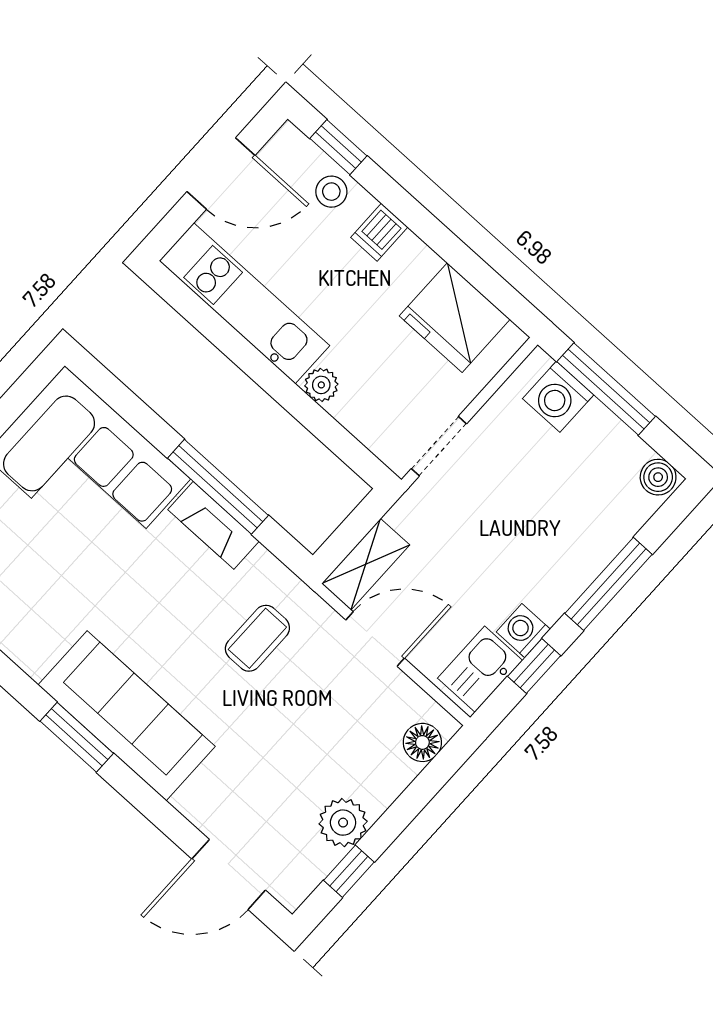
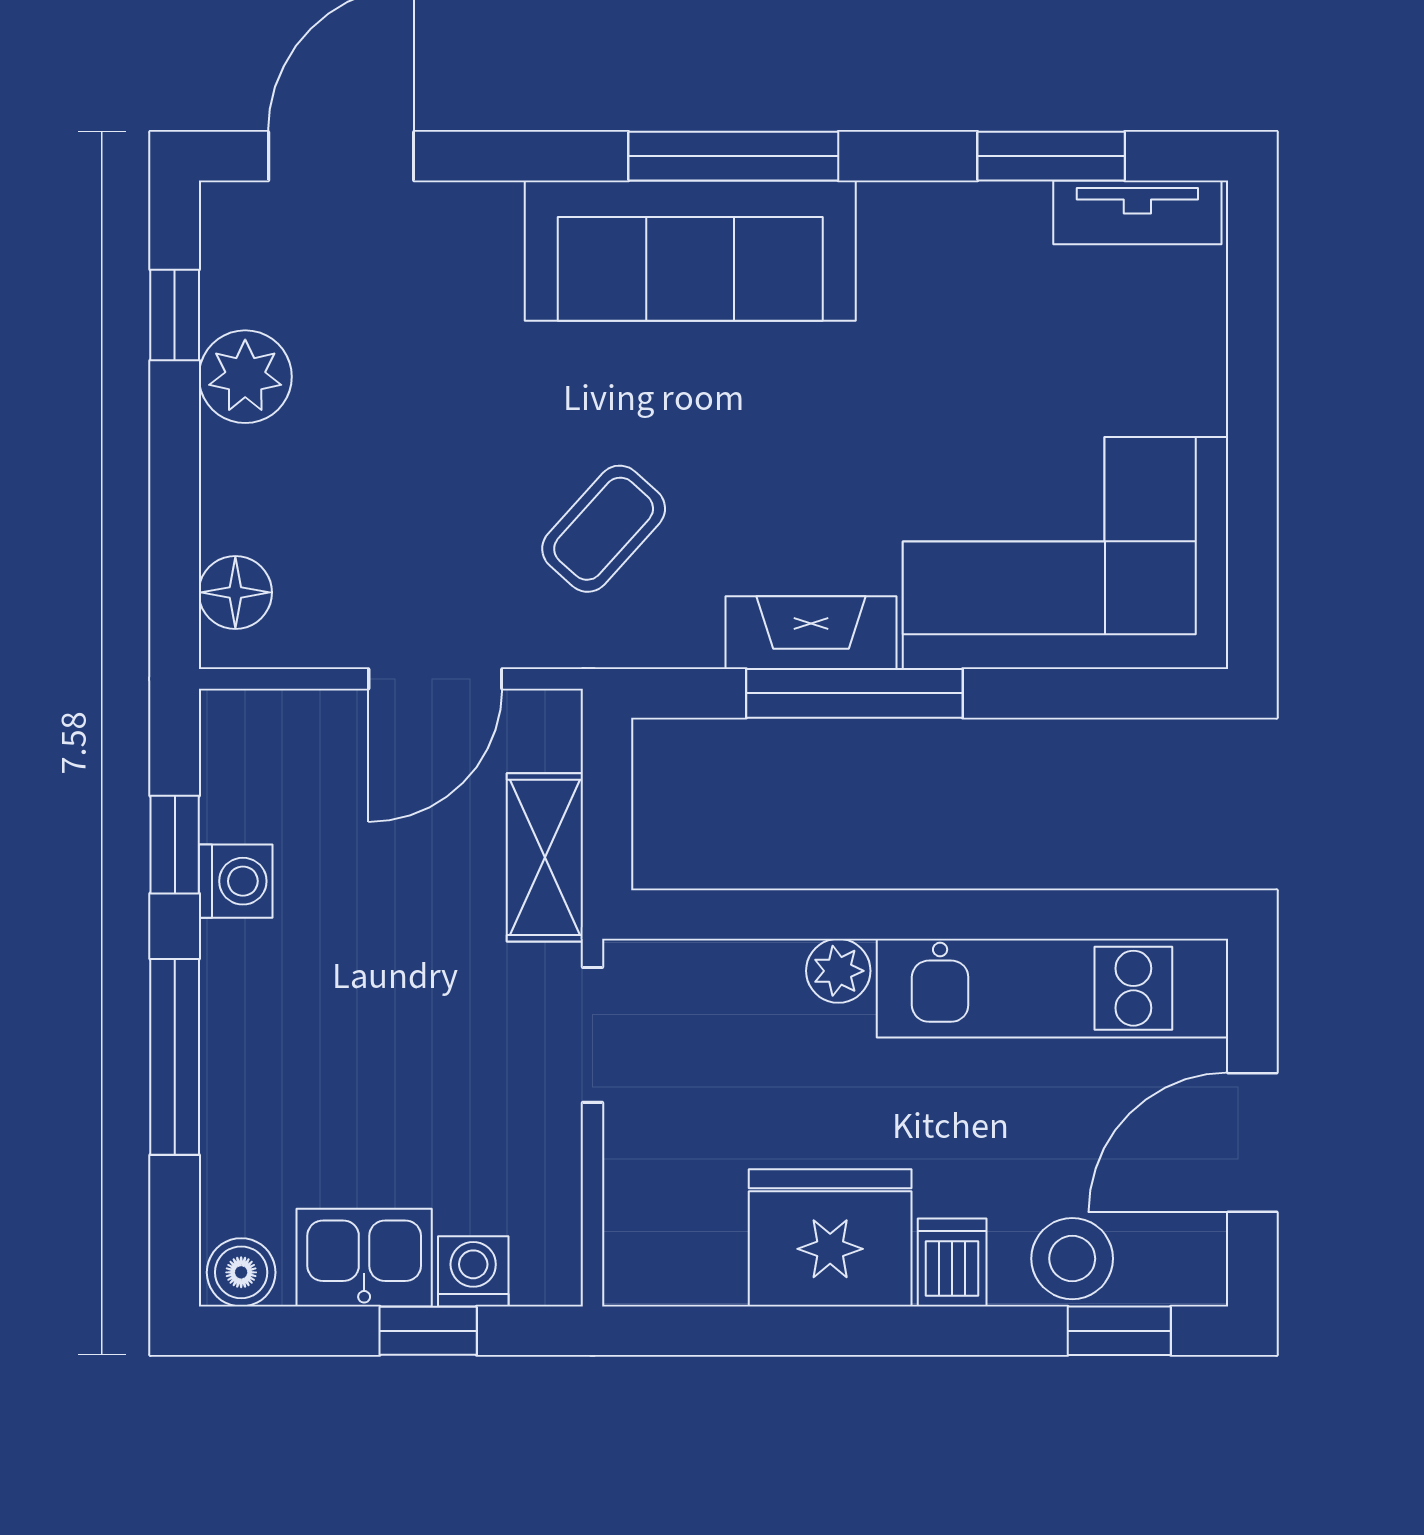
stool: (331, 192) -> (1072, 1259), width x1.37, depth x1.37
fridge: (455, 318) -> (830, 1238), moved
window: (606, 389) -> (428, 1331), width x0.46
washing machine: (558, 397) -> (473, 1271), width x0.73, depth x0.73
shelving: (366, 564) -> (545, 857), moved
coffee table: (257, 638) -> (604, 529), turned 42
kitchen sink: (480, 669) -> (364, 1258), moved, turned -90
window: (77, 737) -> (733, 156), width x1.44

